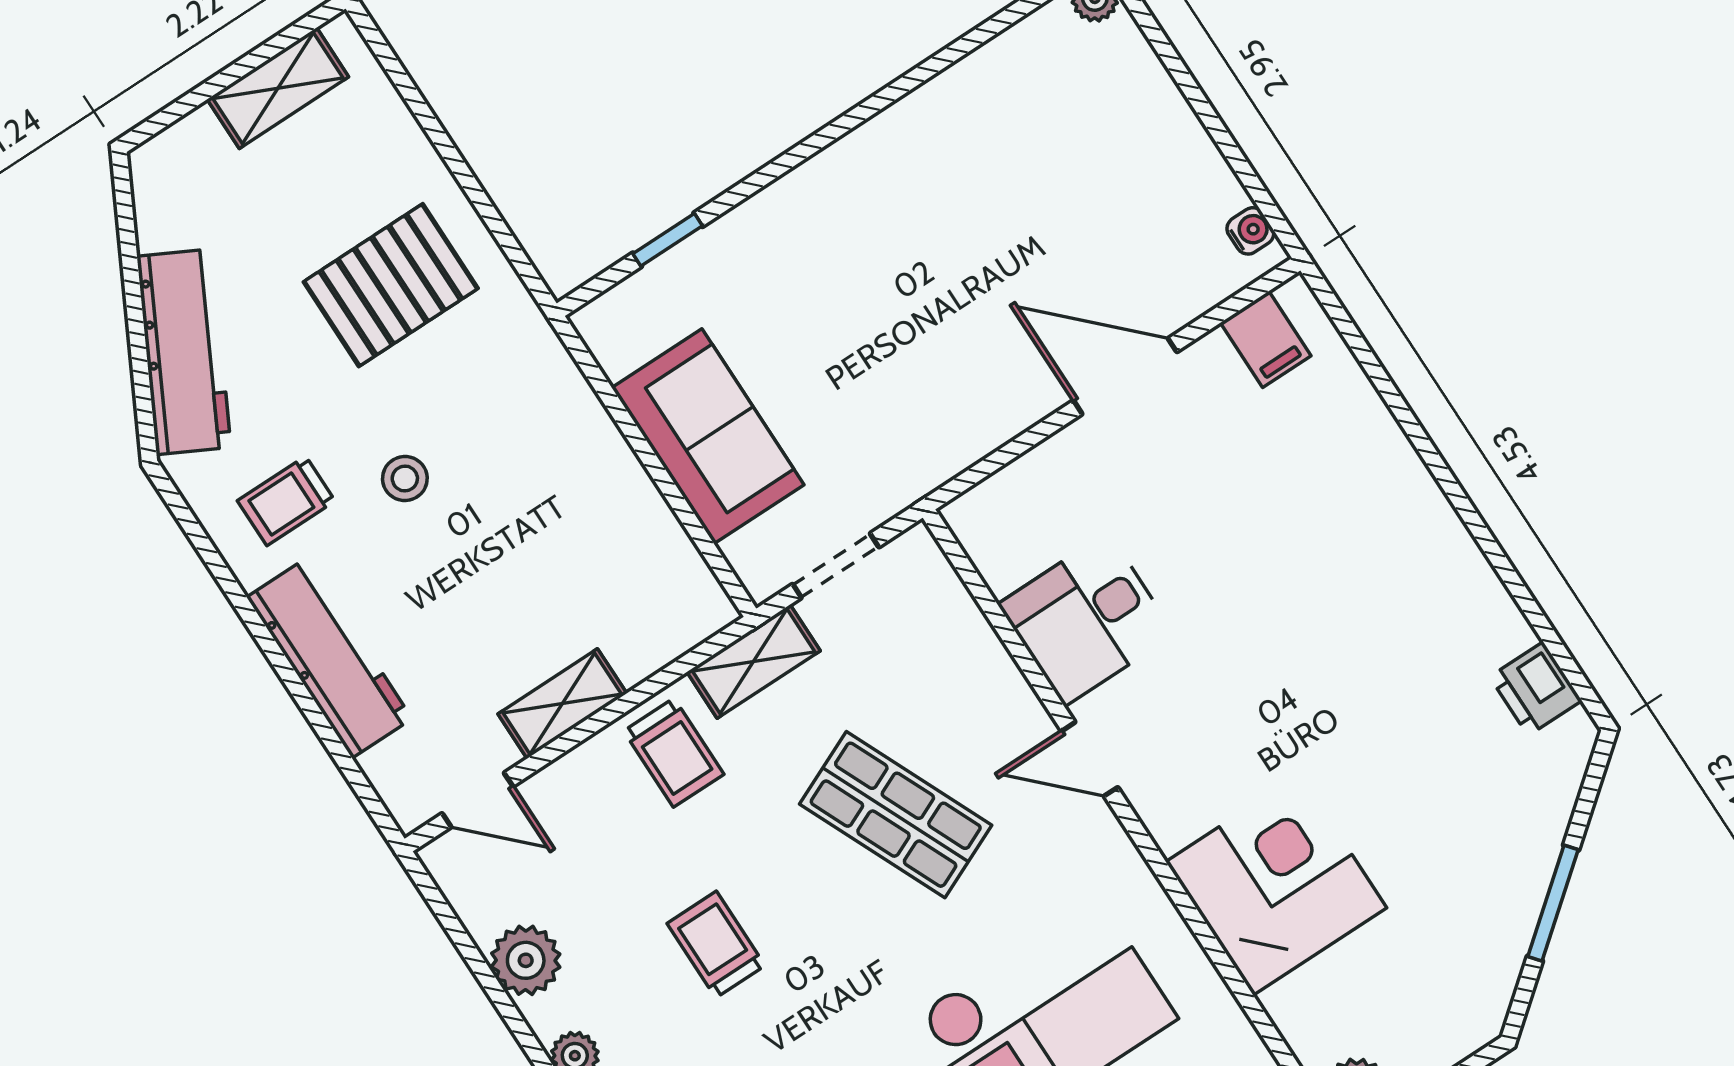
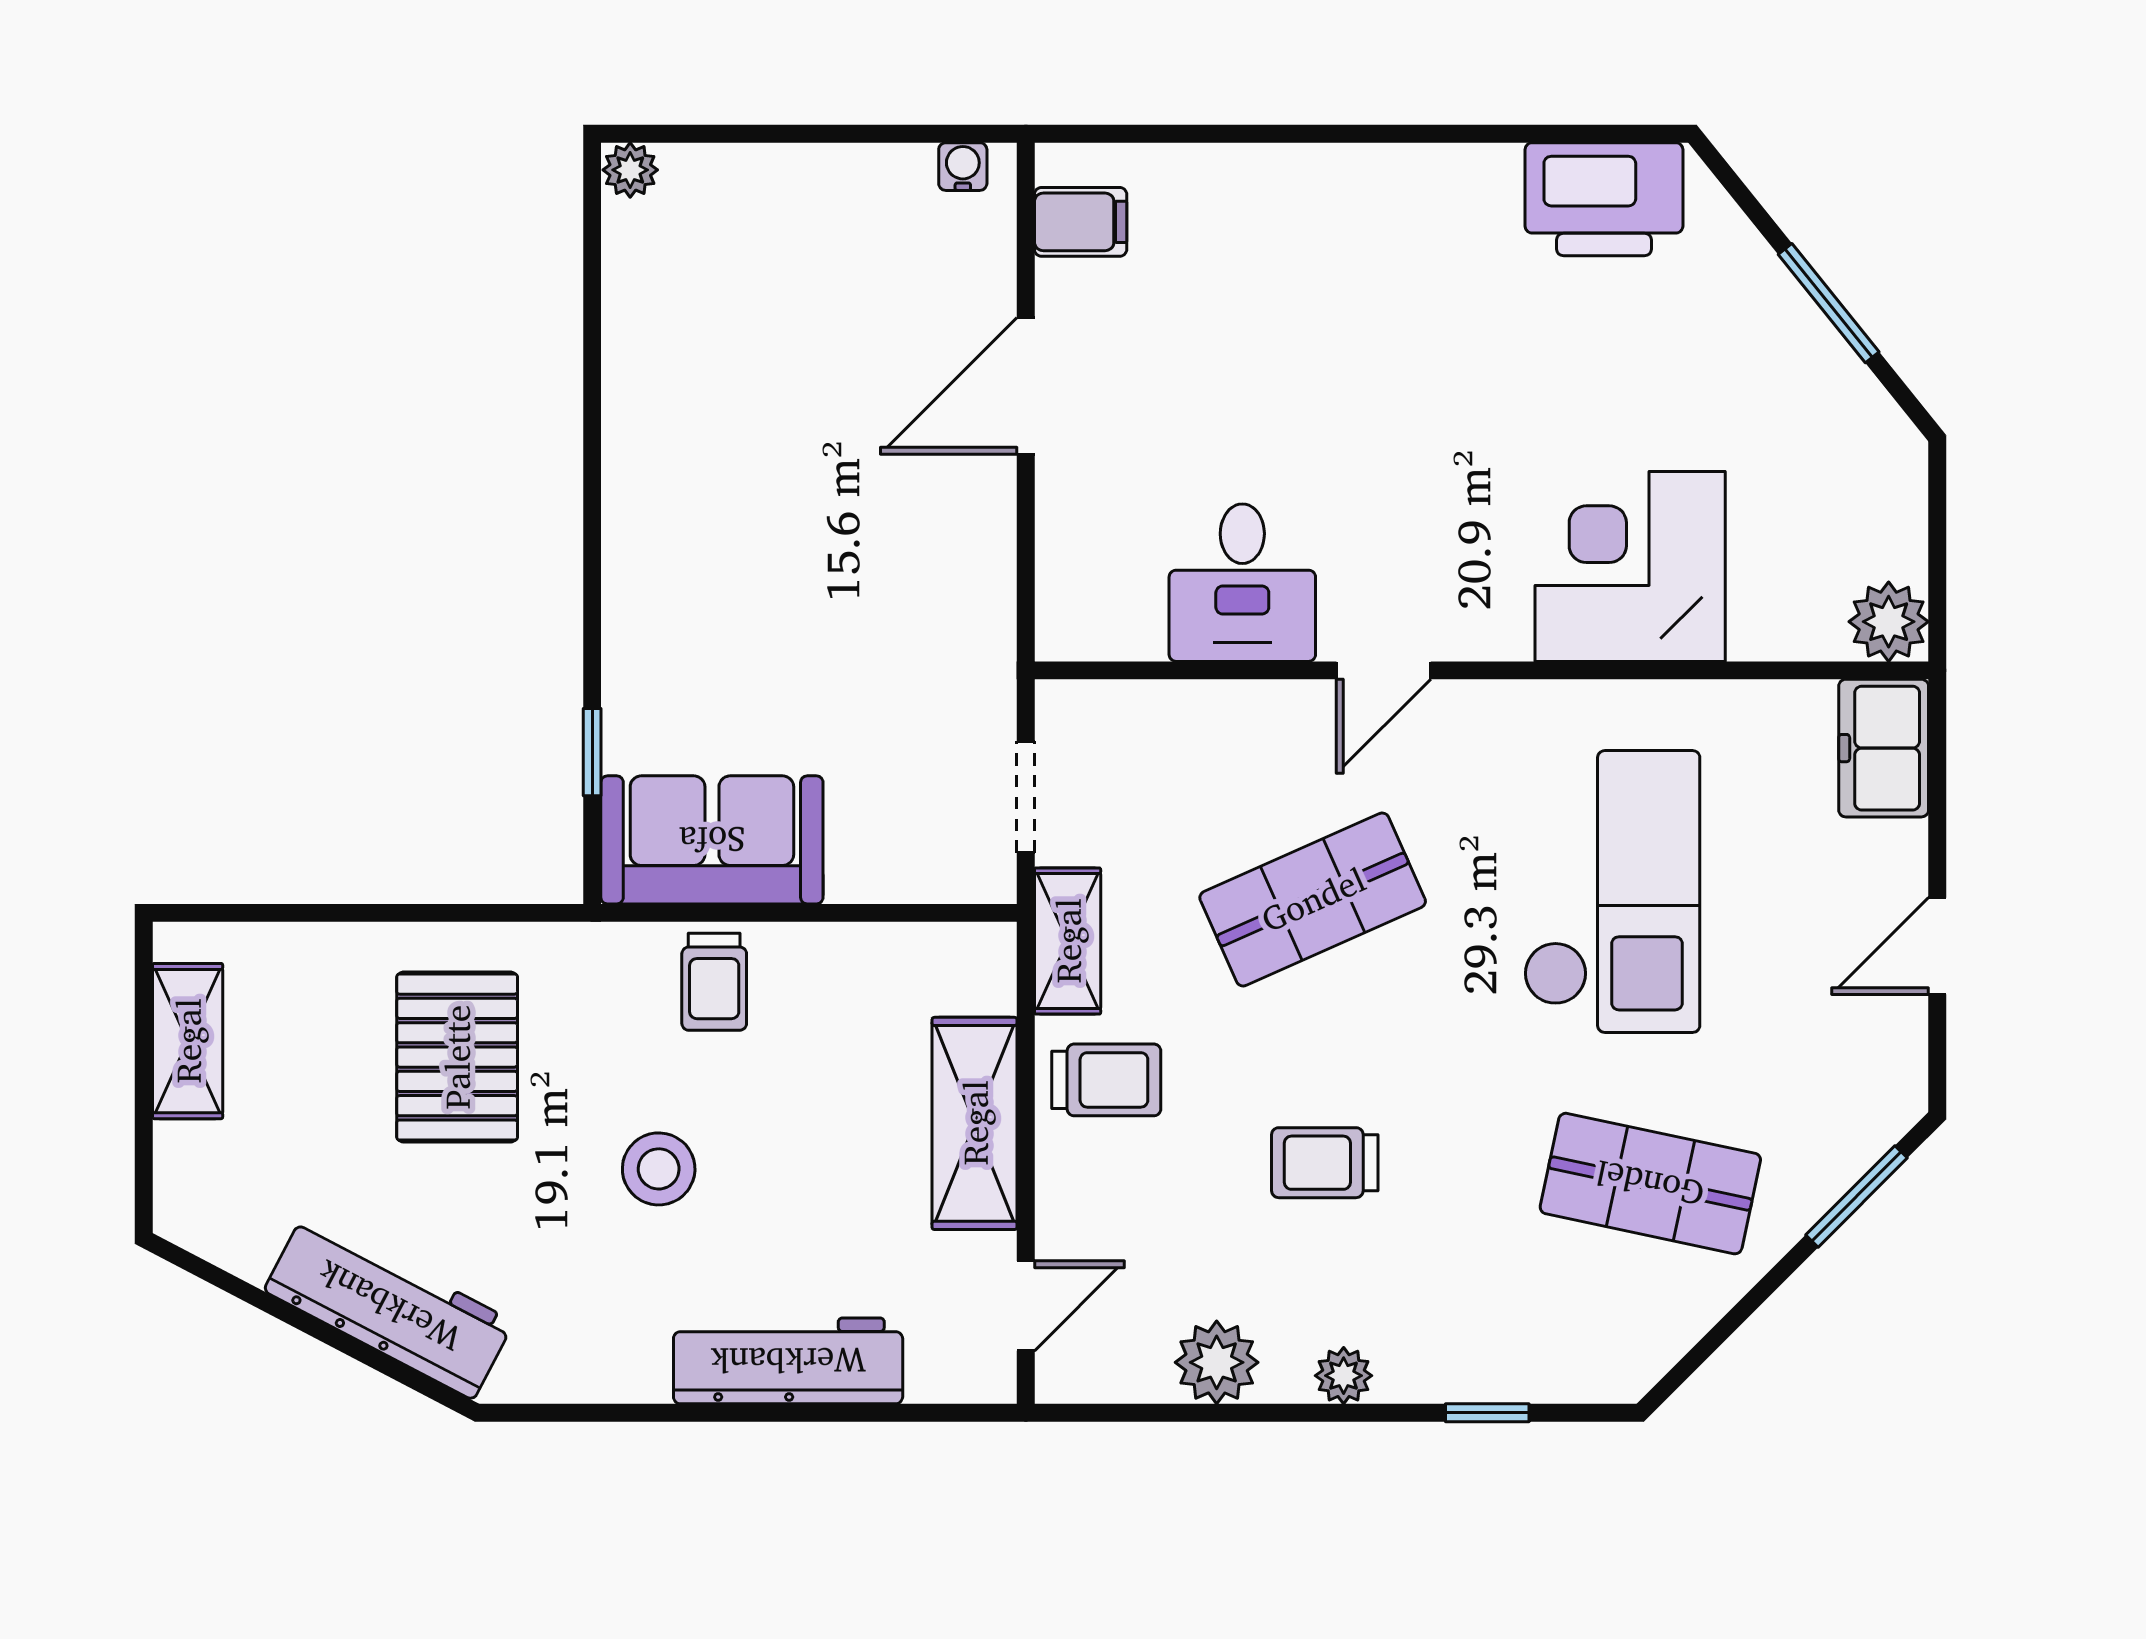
sofa: (708, 436) -> (712, 840), moved
stool: (405, 478) -> (659, 1169), width x1.37, depth x1.37
trolley: (286, 501) -> (714, 982), moved
printer: (1536, 689) -> (1604, 199), width x1.87, depth x1.48
shelving: (562, 704) -> (975, 1123), width x1.50, depth x1.33

